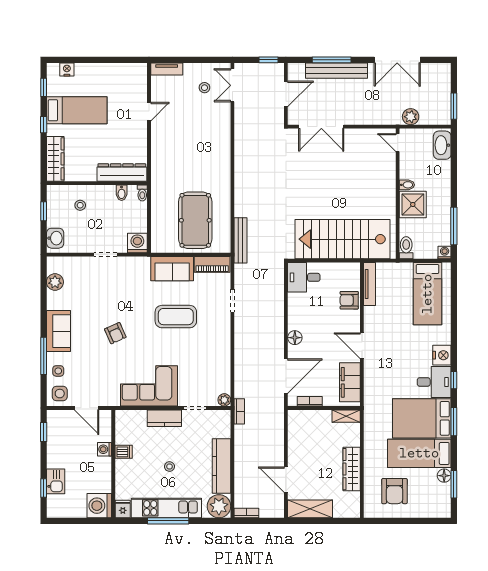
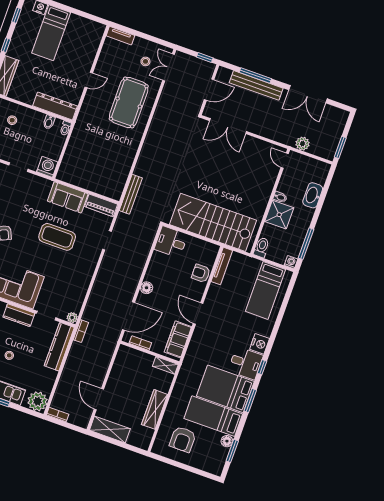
bed: (77, 110) -> (51, 33), moved, turned 90
door: (149, 112) -> (89, 80), moved
washbasin: (442, 145) -> (313, 195), moved
pool table: (195, 220) -> (129, 102), moved
kitchen counter: (221, 466) -> (59, 347), moved

